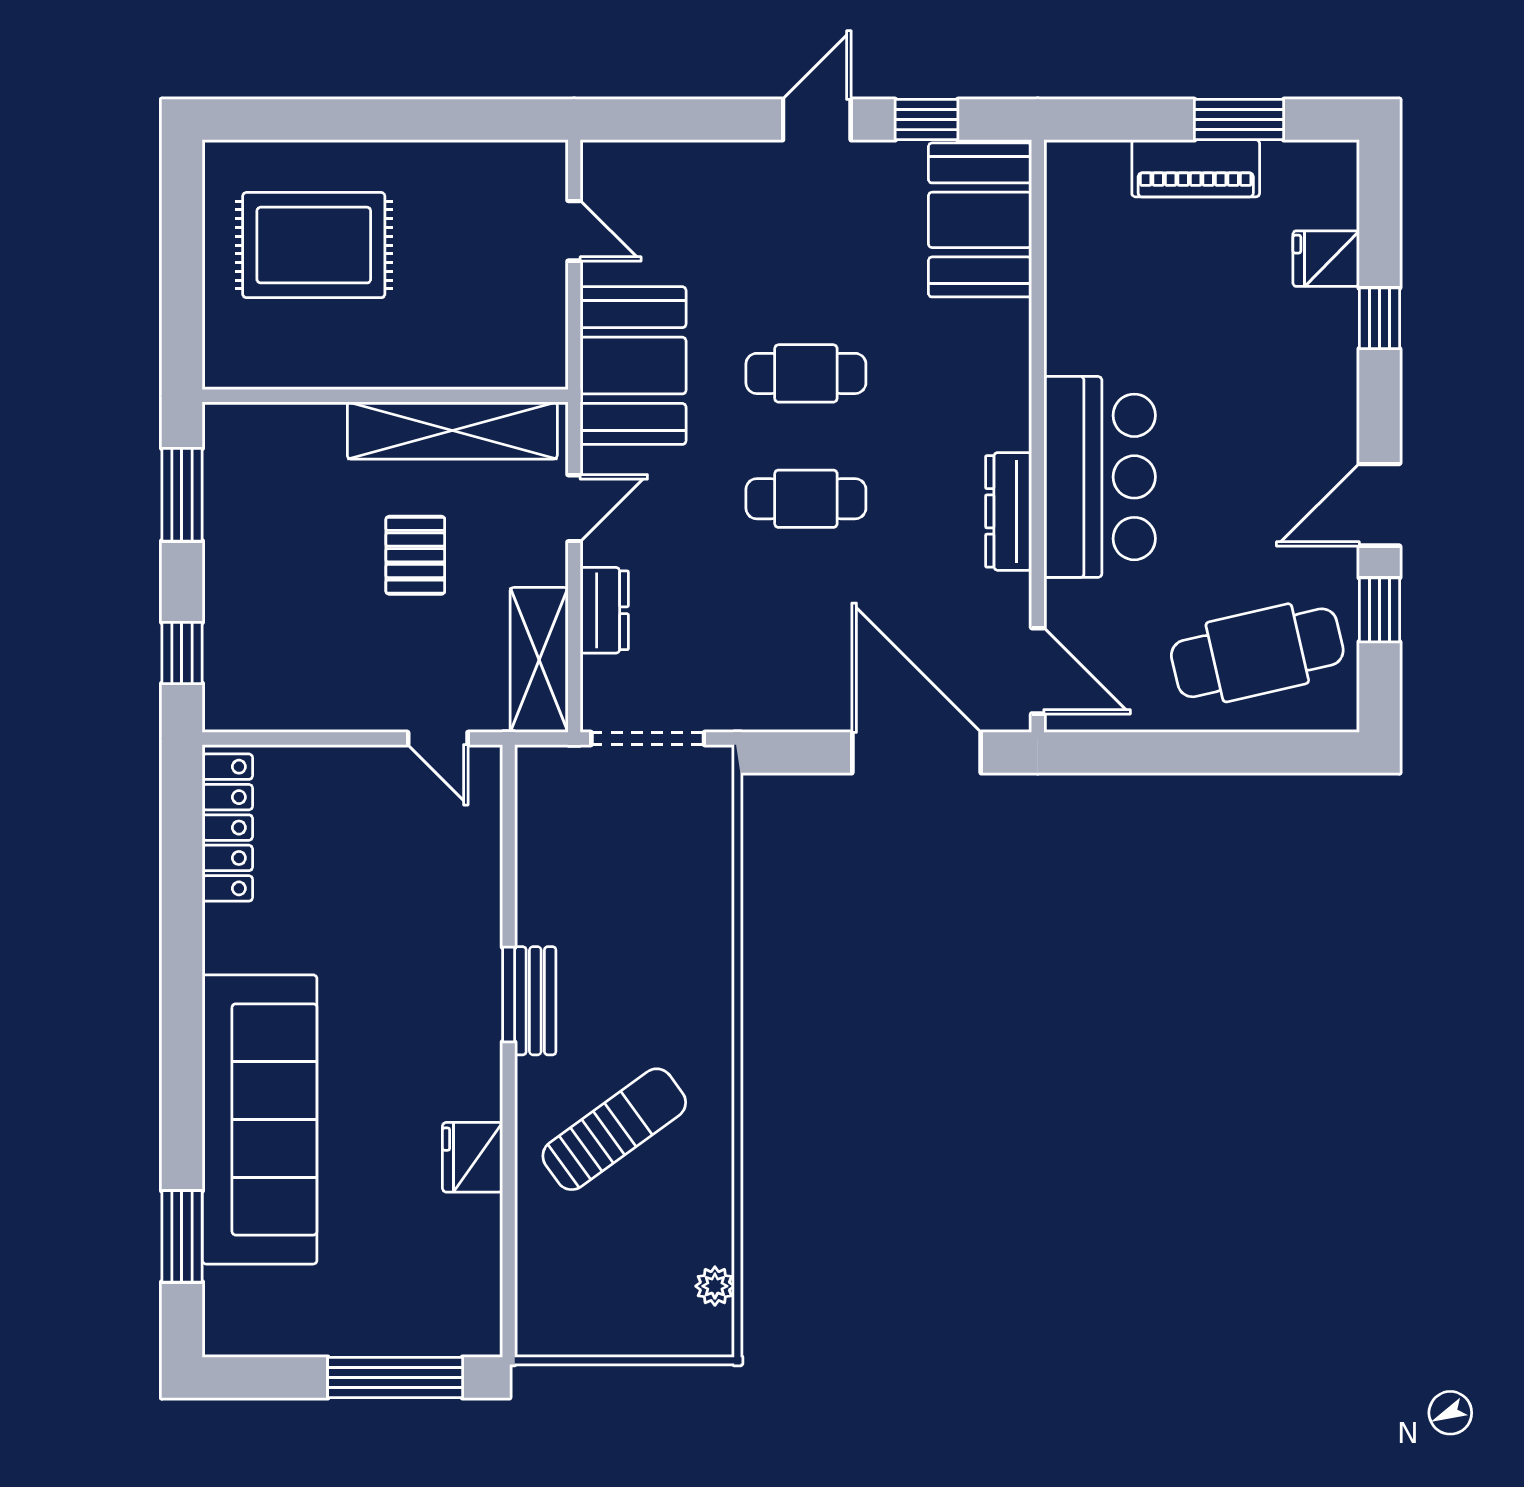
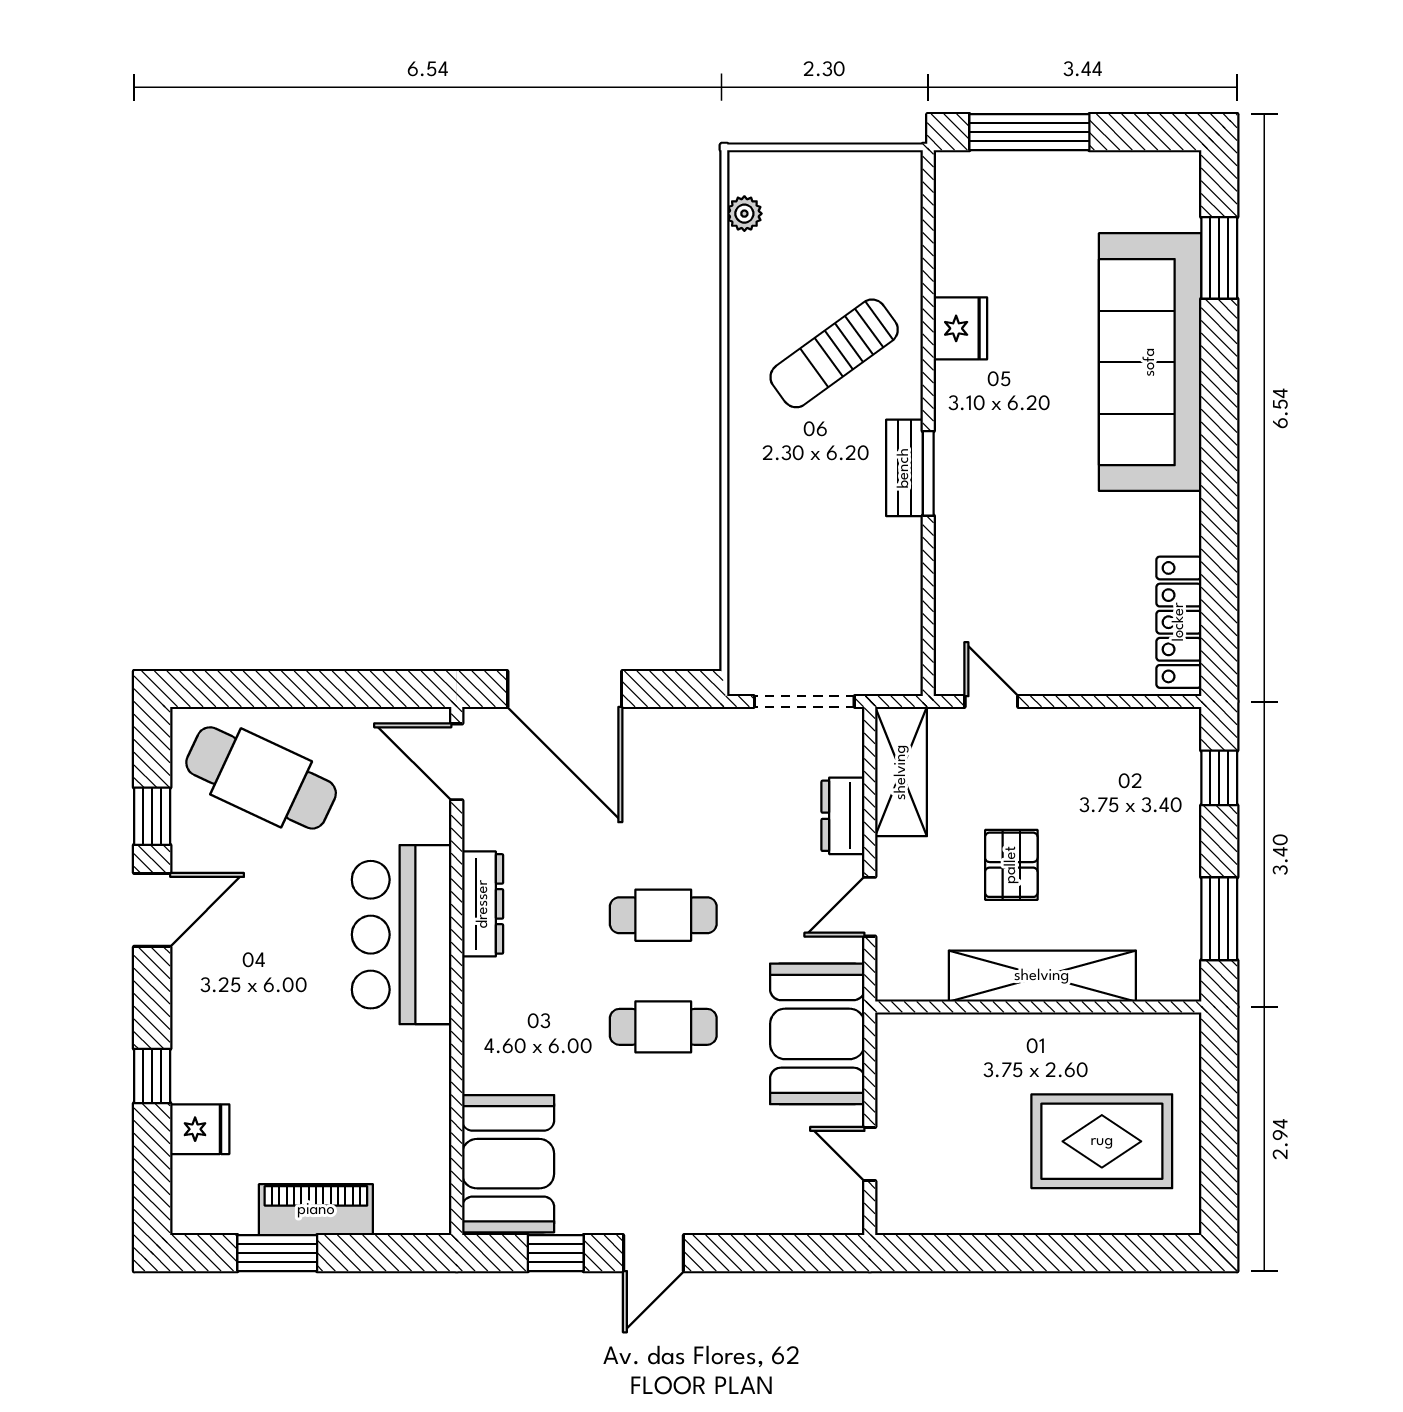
shelving: (452, 430) -> (1042, 976), moved
cafe table: (1257, 653) -> (261, 778), turned 38

